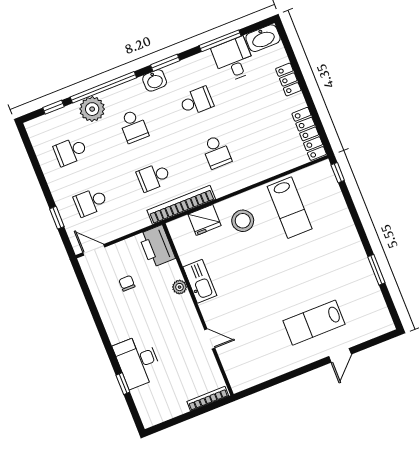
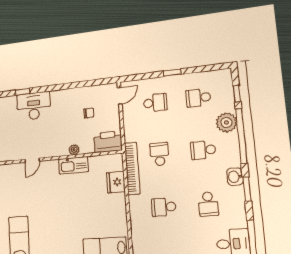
school desk: (70, 151) -> (198, 98), turned -90
school desk: (91, 202) -> (155, 103), turned 90
window: (57, 218) -> (172, 73), moved
stool: (243, 221) -> (106, 210), removed

